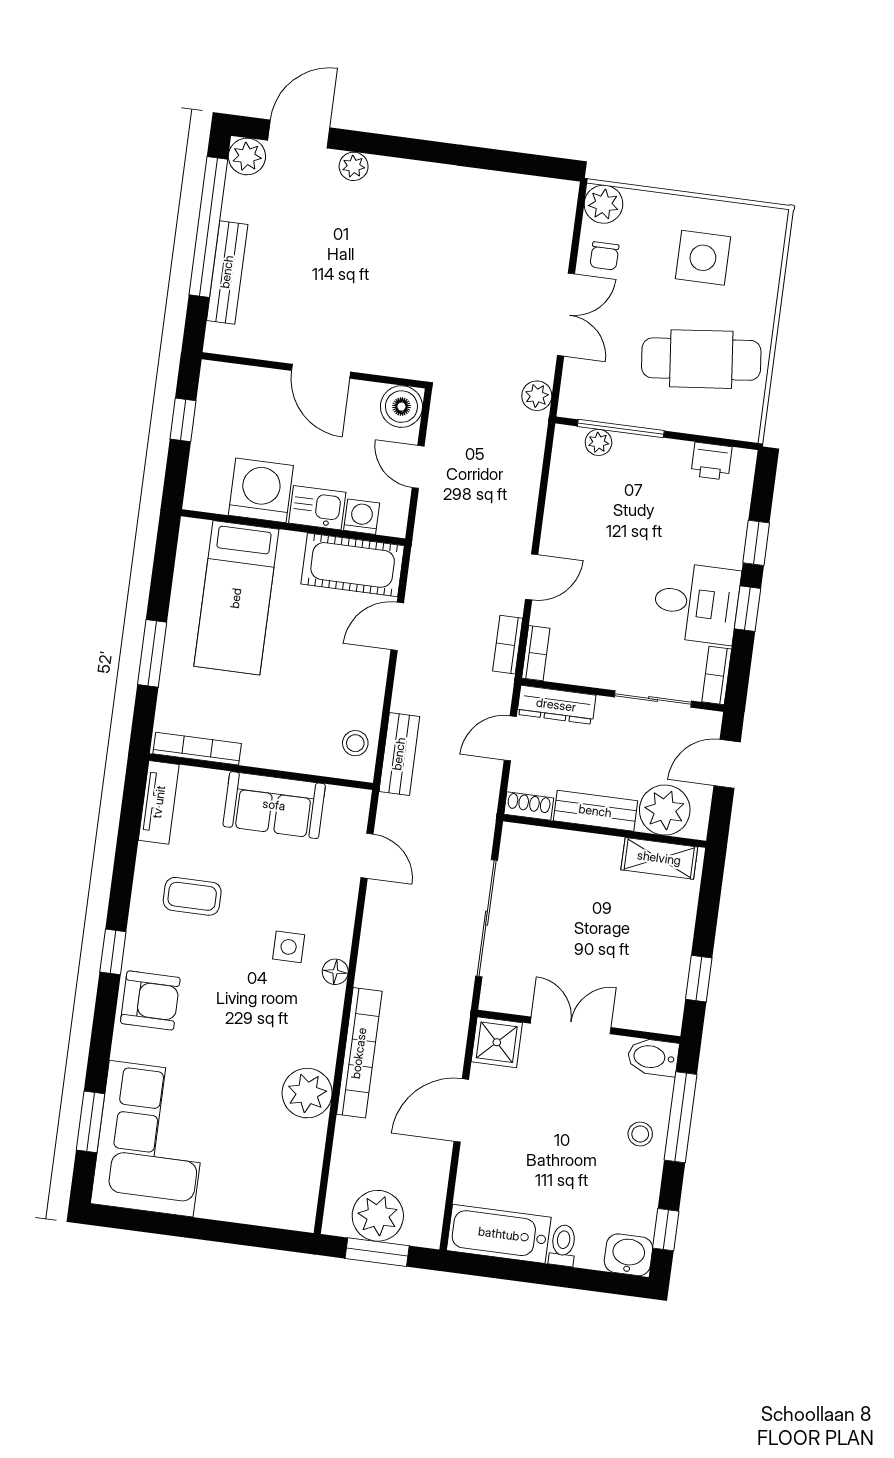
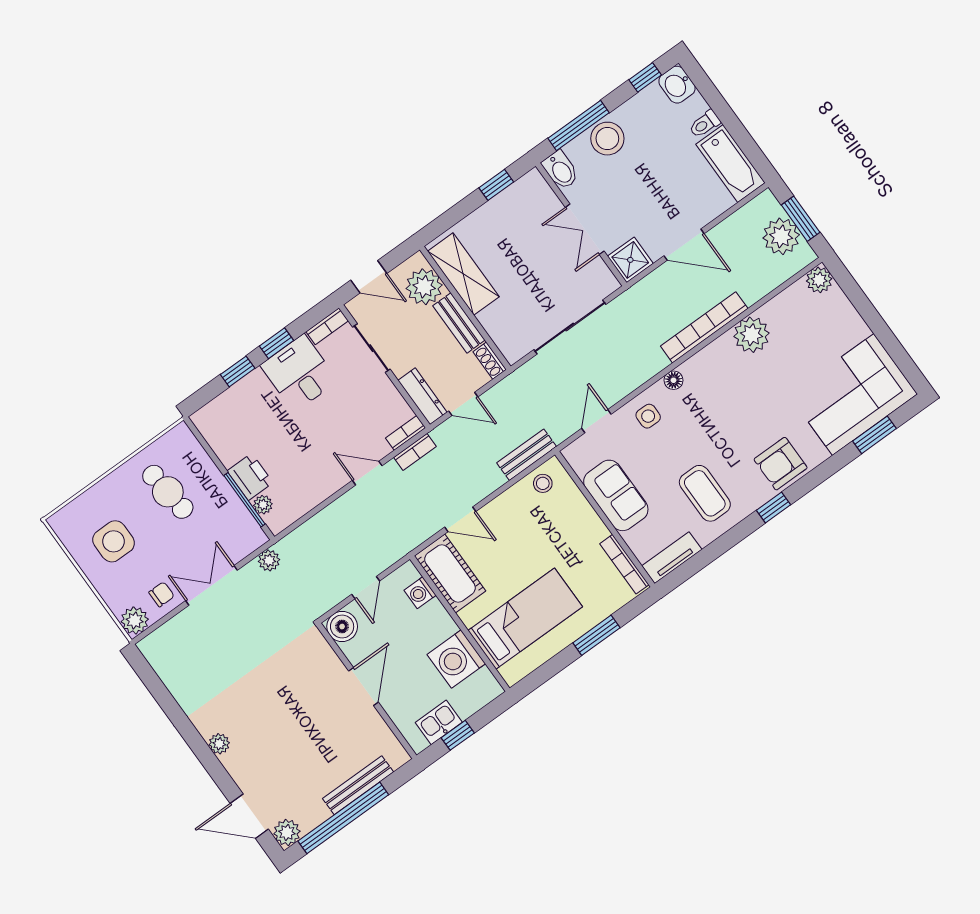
plant: (354, 166) -> (219, 744), moved
cafe table: (701, 359) -> (168, 492), width x0.73, depth x0.74
printer: (711, 461) -> (250, 477), moved, width x1.36, depth x1.24
kitchen sink: (317, 508) -> (439, 722), moved, turned 90
shelving: (659, 858) -> (463, 274), width x1.50, depth x1.33
coffee table: (192, 896) -> (705, 493), width x1.36, depth x1.30
side table: (289, 947) -> (648, 416), moved
armchair: (150, 1000) -> (781, 464), turned -90
stool: (640, 1134) -> (607, 139), width x1.89, depth x1.89
plant: (298, 1213) -> (819, 280), added

